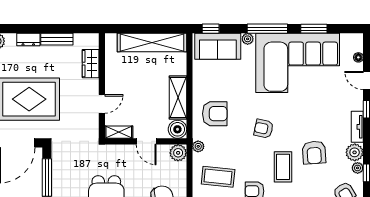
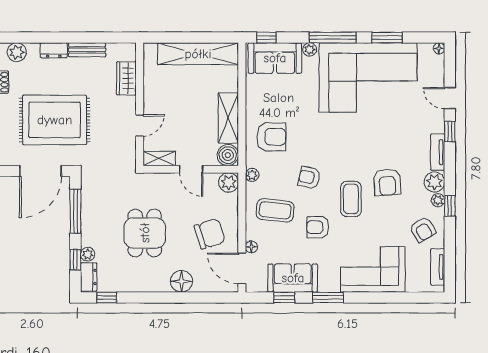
floor lamp: (358, 57) -> (439, 48), moved
armchair: (264, 129) -> (309, 178), moved

